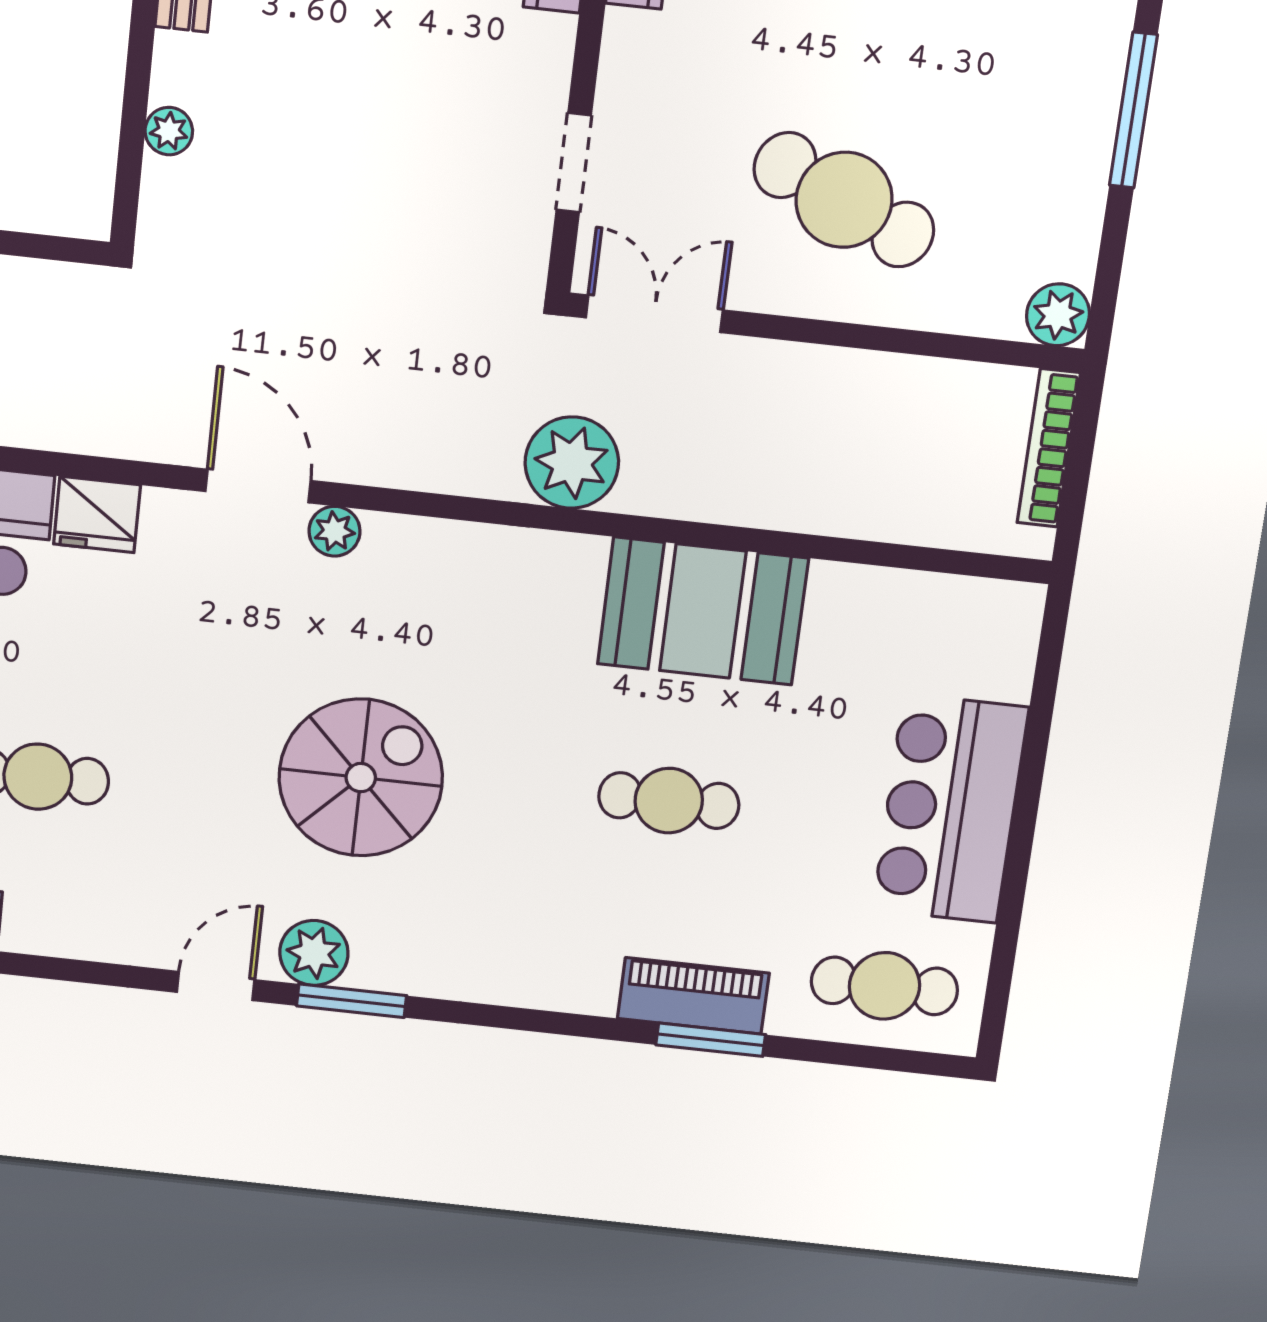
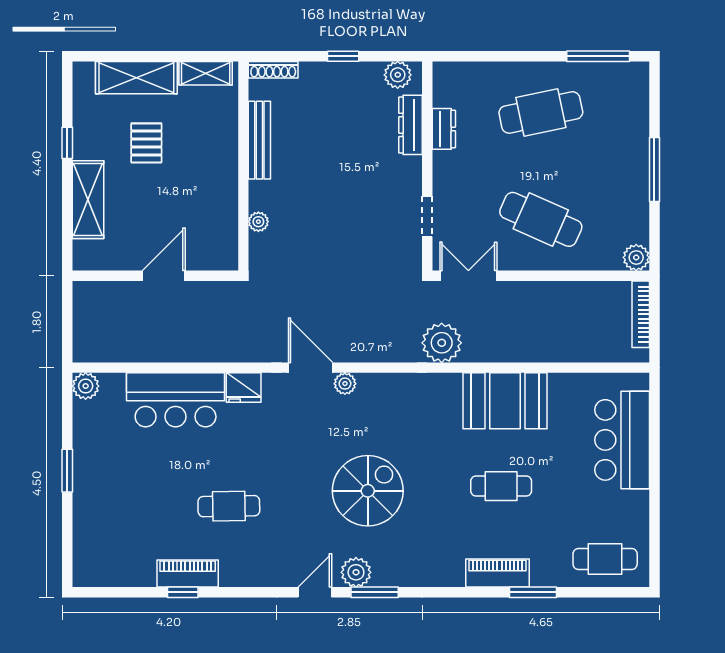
bar counter: (950, 809) -> (622, 440), moved
piano: (693, 996) -> (497, 573), moved

